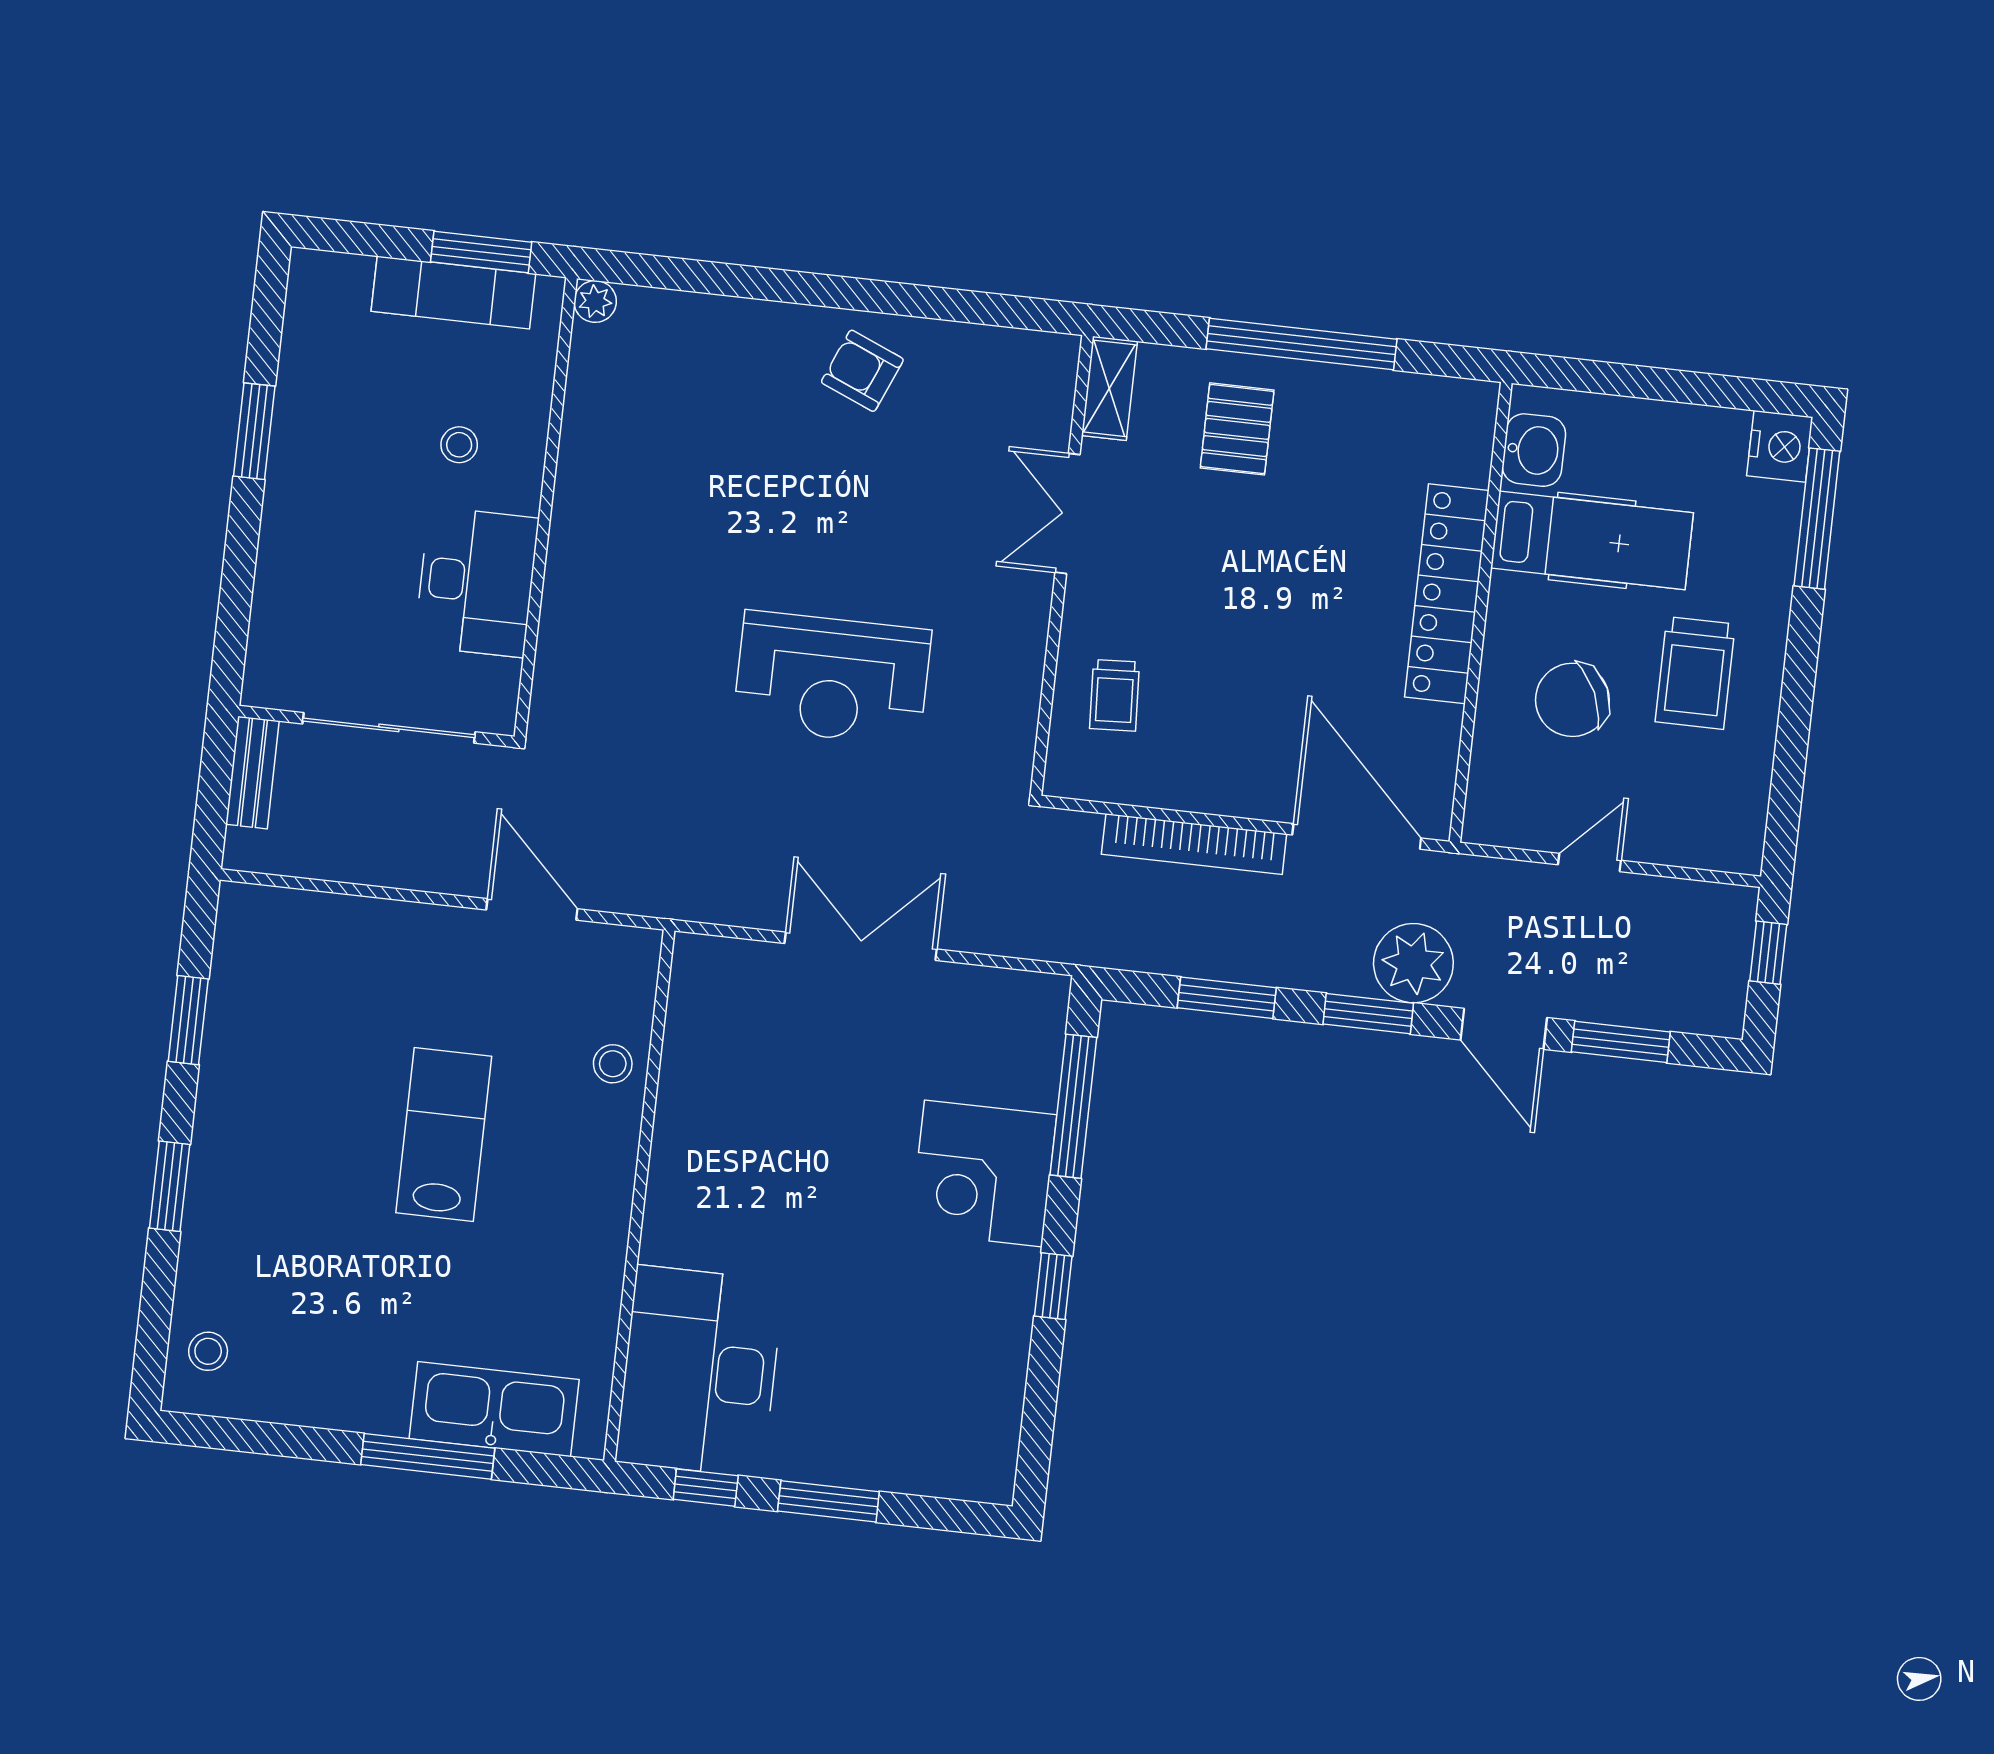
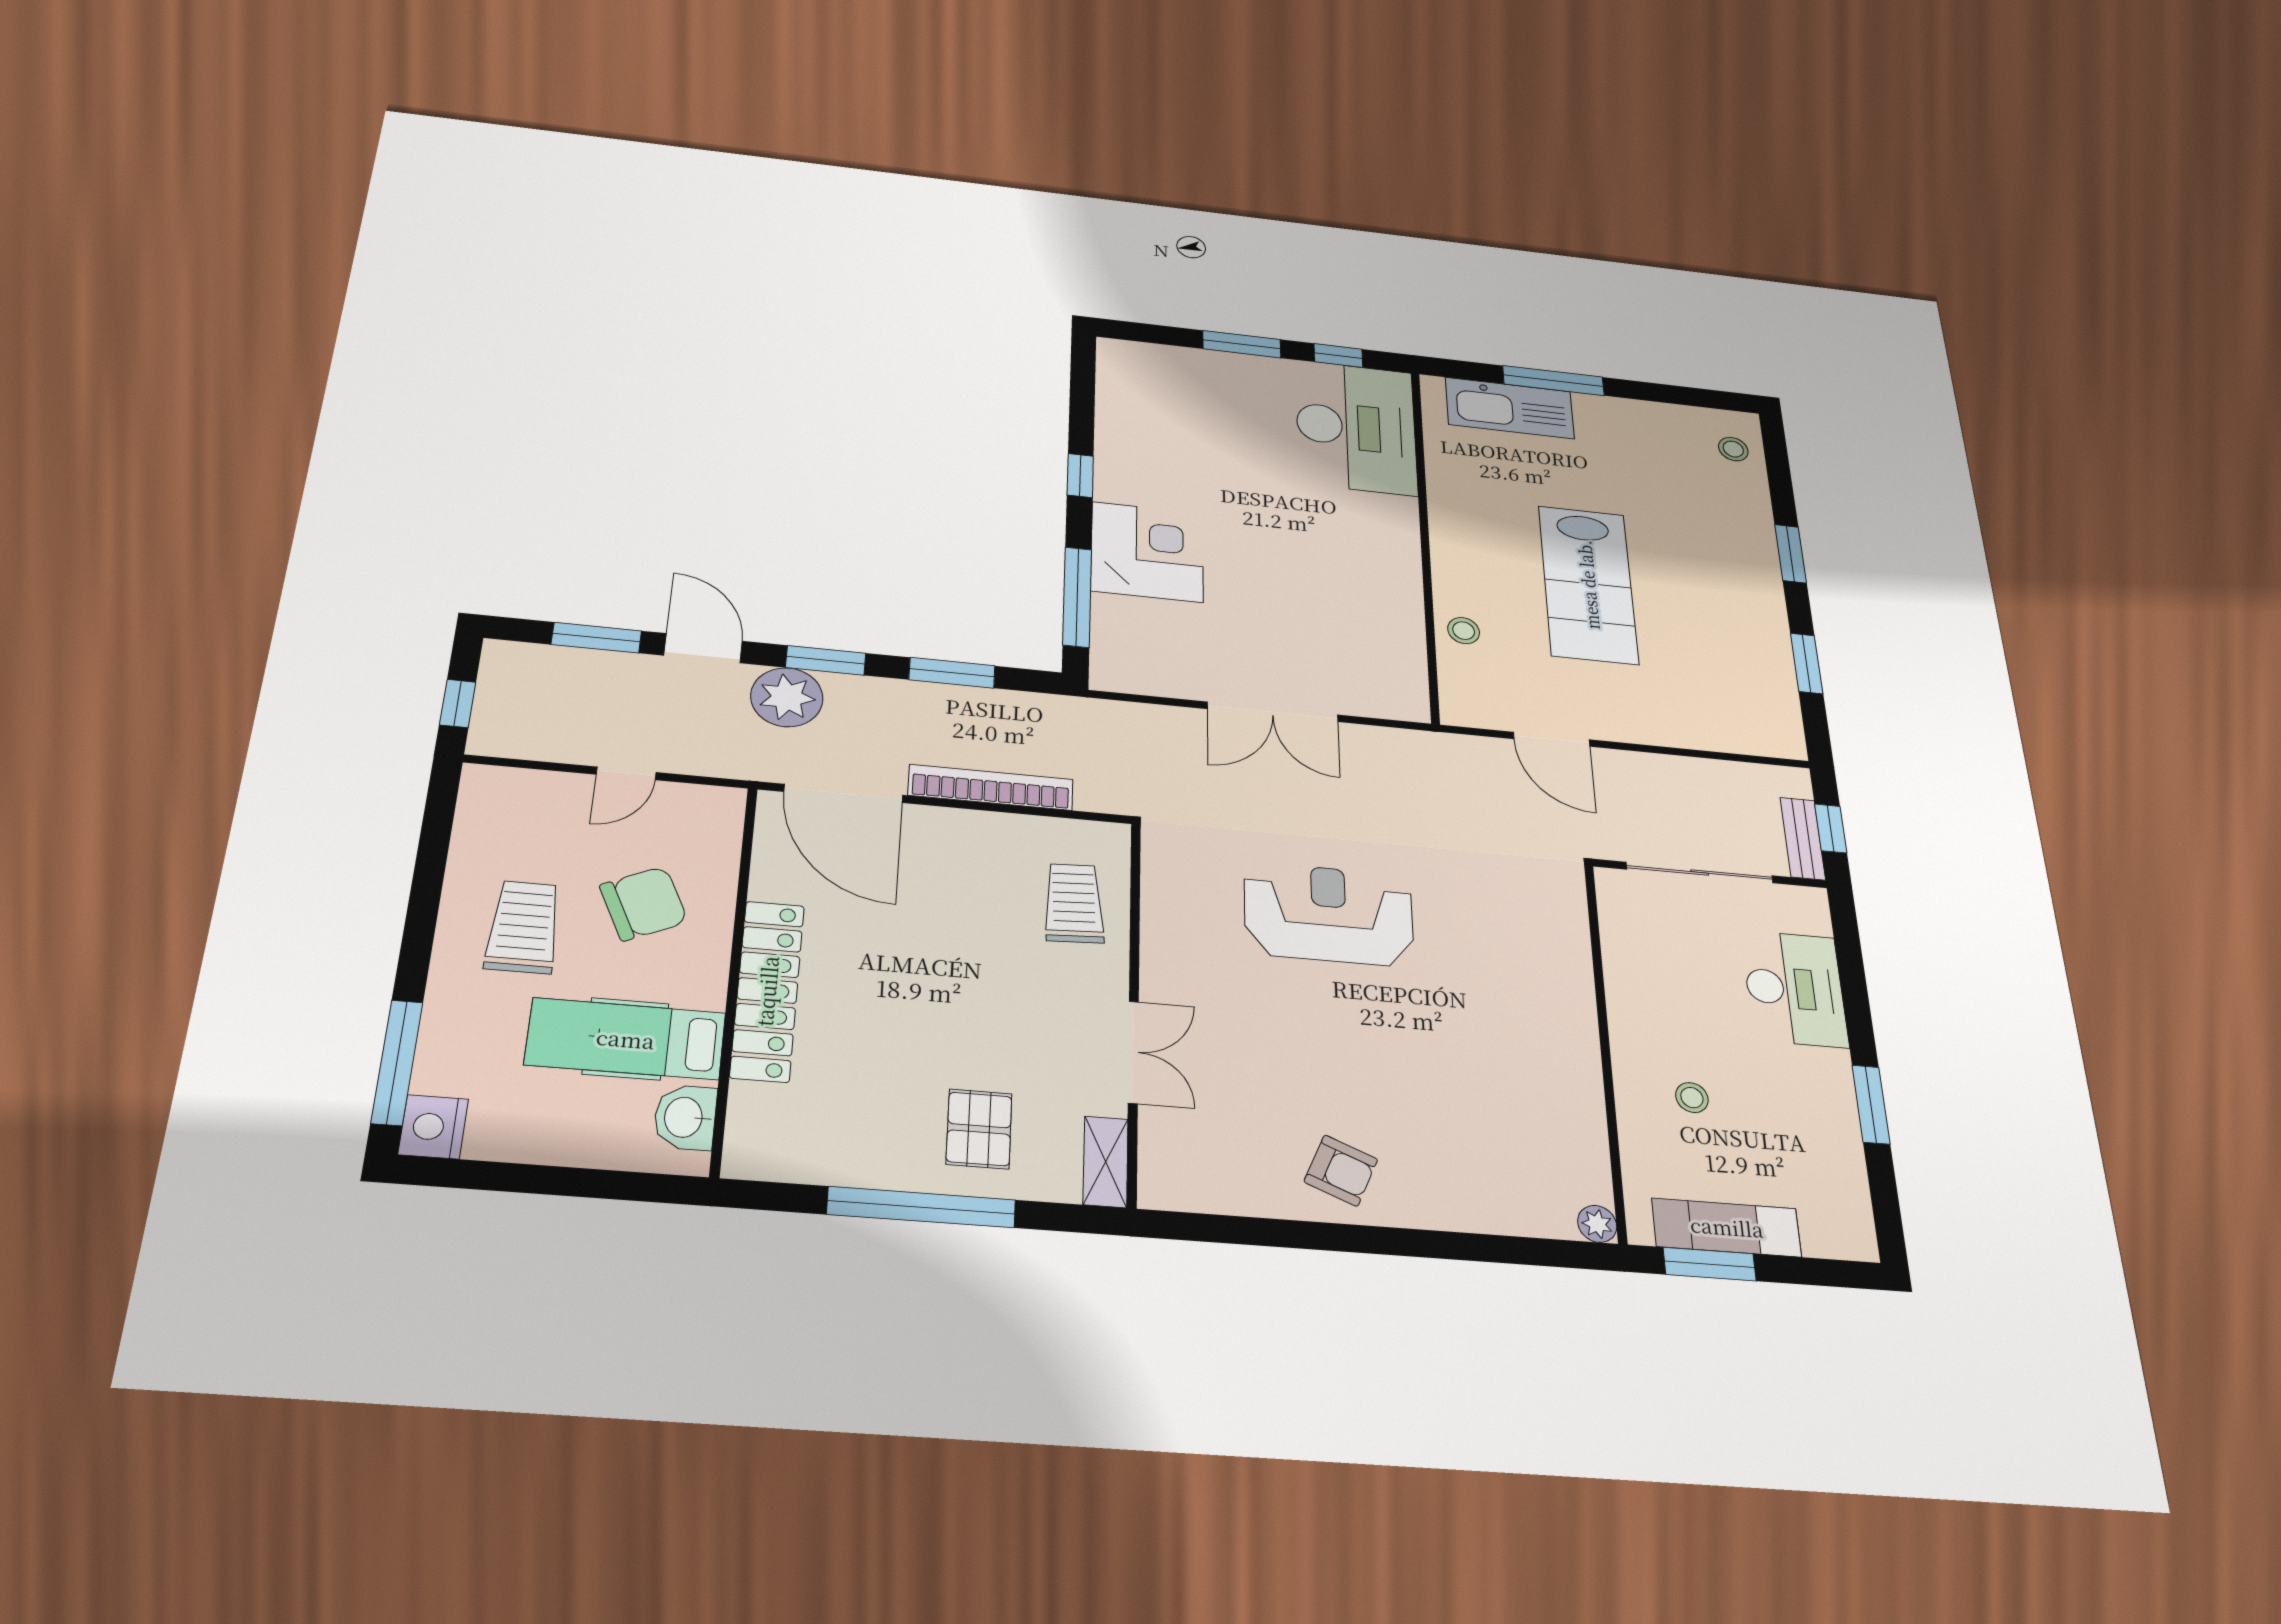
desk: (476, 582) -> (1795, 989), moved, turned 180
trolley: (1115, 695) -> (1074, 903), width x1.36, depth x1.39
window: (214, 786) -> (1831, 828), added
lab bench: (444, 1135) -> (1588, 584), width x1.36, depth x1.39

